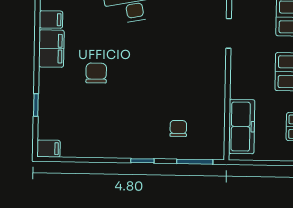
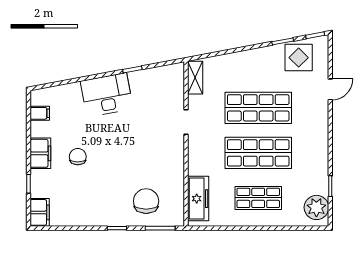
filing cabinet: (51, 49) -> (40, 153), moved
chair: (178, 128) -> (146, 201), width x1.87, depth x1.87
filing cabinet: (49, 149) -> (40, 212), width x2.00

